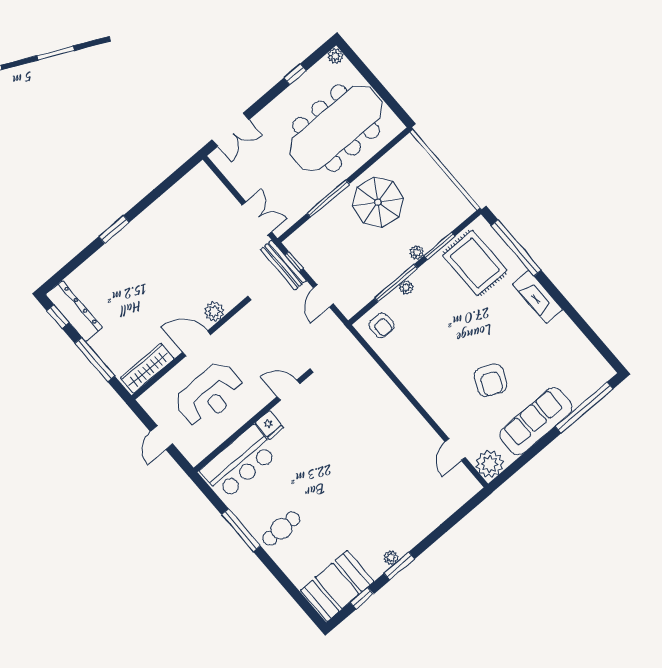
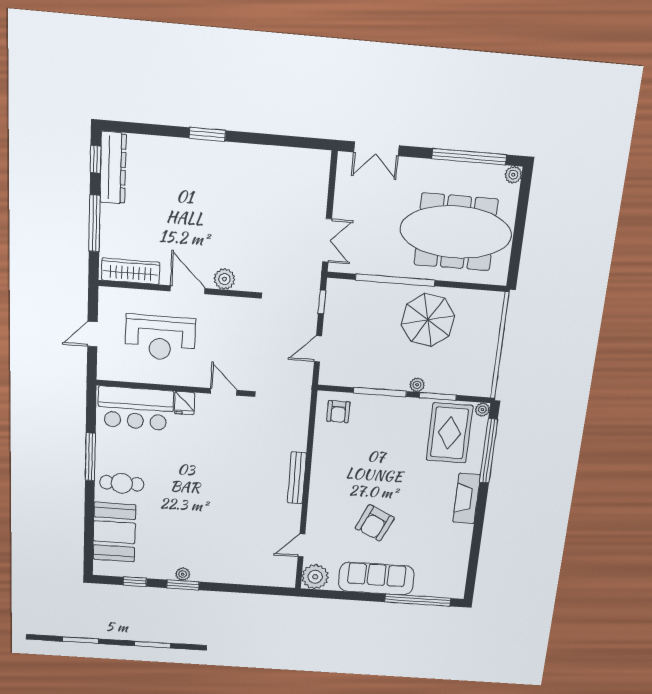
window: (295, 74) -> (469, 157), width x3.17
window: (328, 199) -> (395, 280), width x1.46
bench: (283, 265) -> (297, 478), moved
plant: (406, 287) -> (482, 410), moved
booth: (337, 586) -> (114, 532), moved, turned 90

